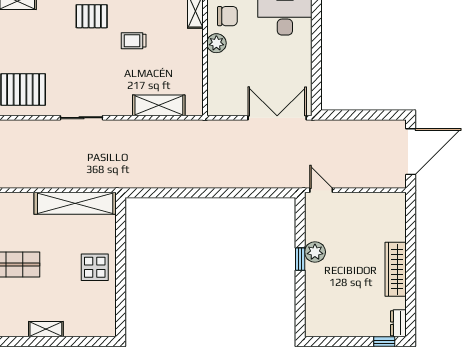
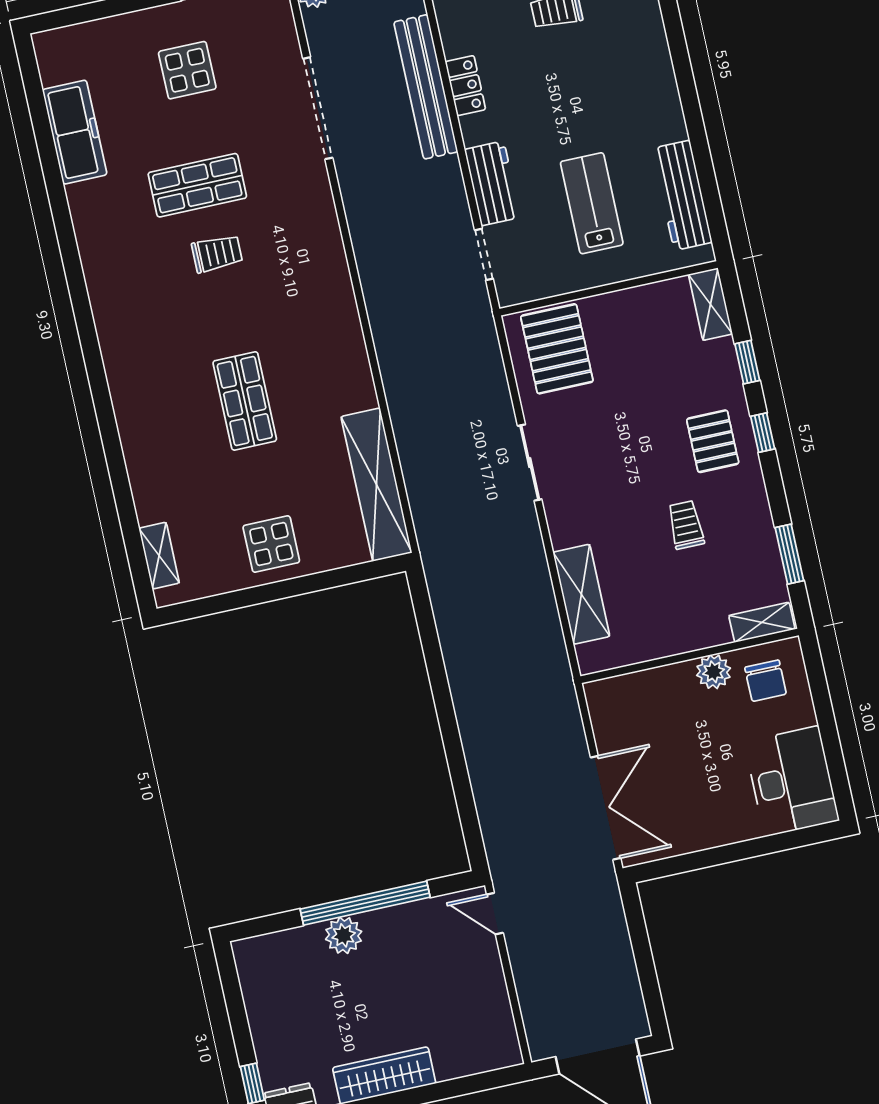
door: (321, 190) -> (495, 914), swing flipped
plant: (315, 252) -> (344, 935), moved
window: (300, 259) -> (365, 903), width x3.17
shelving: (46, 329) -> (159, 556), moved

